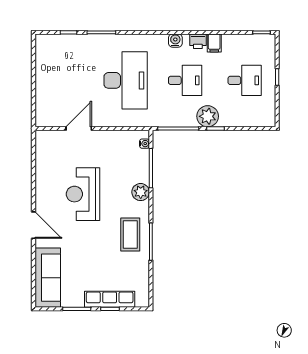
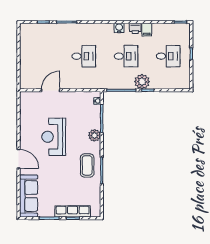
desk: (126, 80) -> (84, 56), width x0.53, depth x0.77

